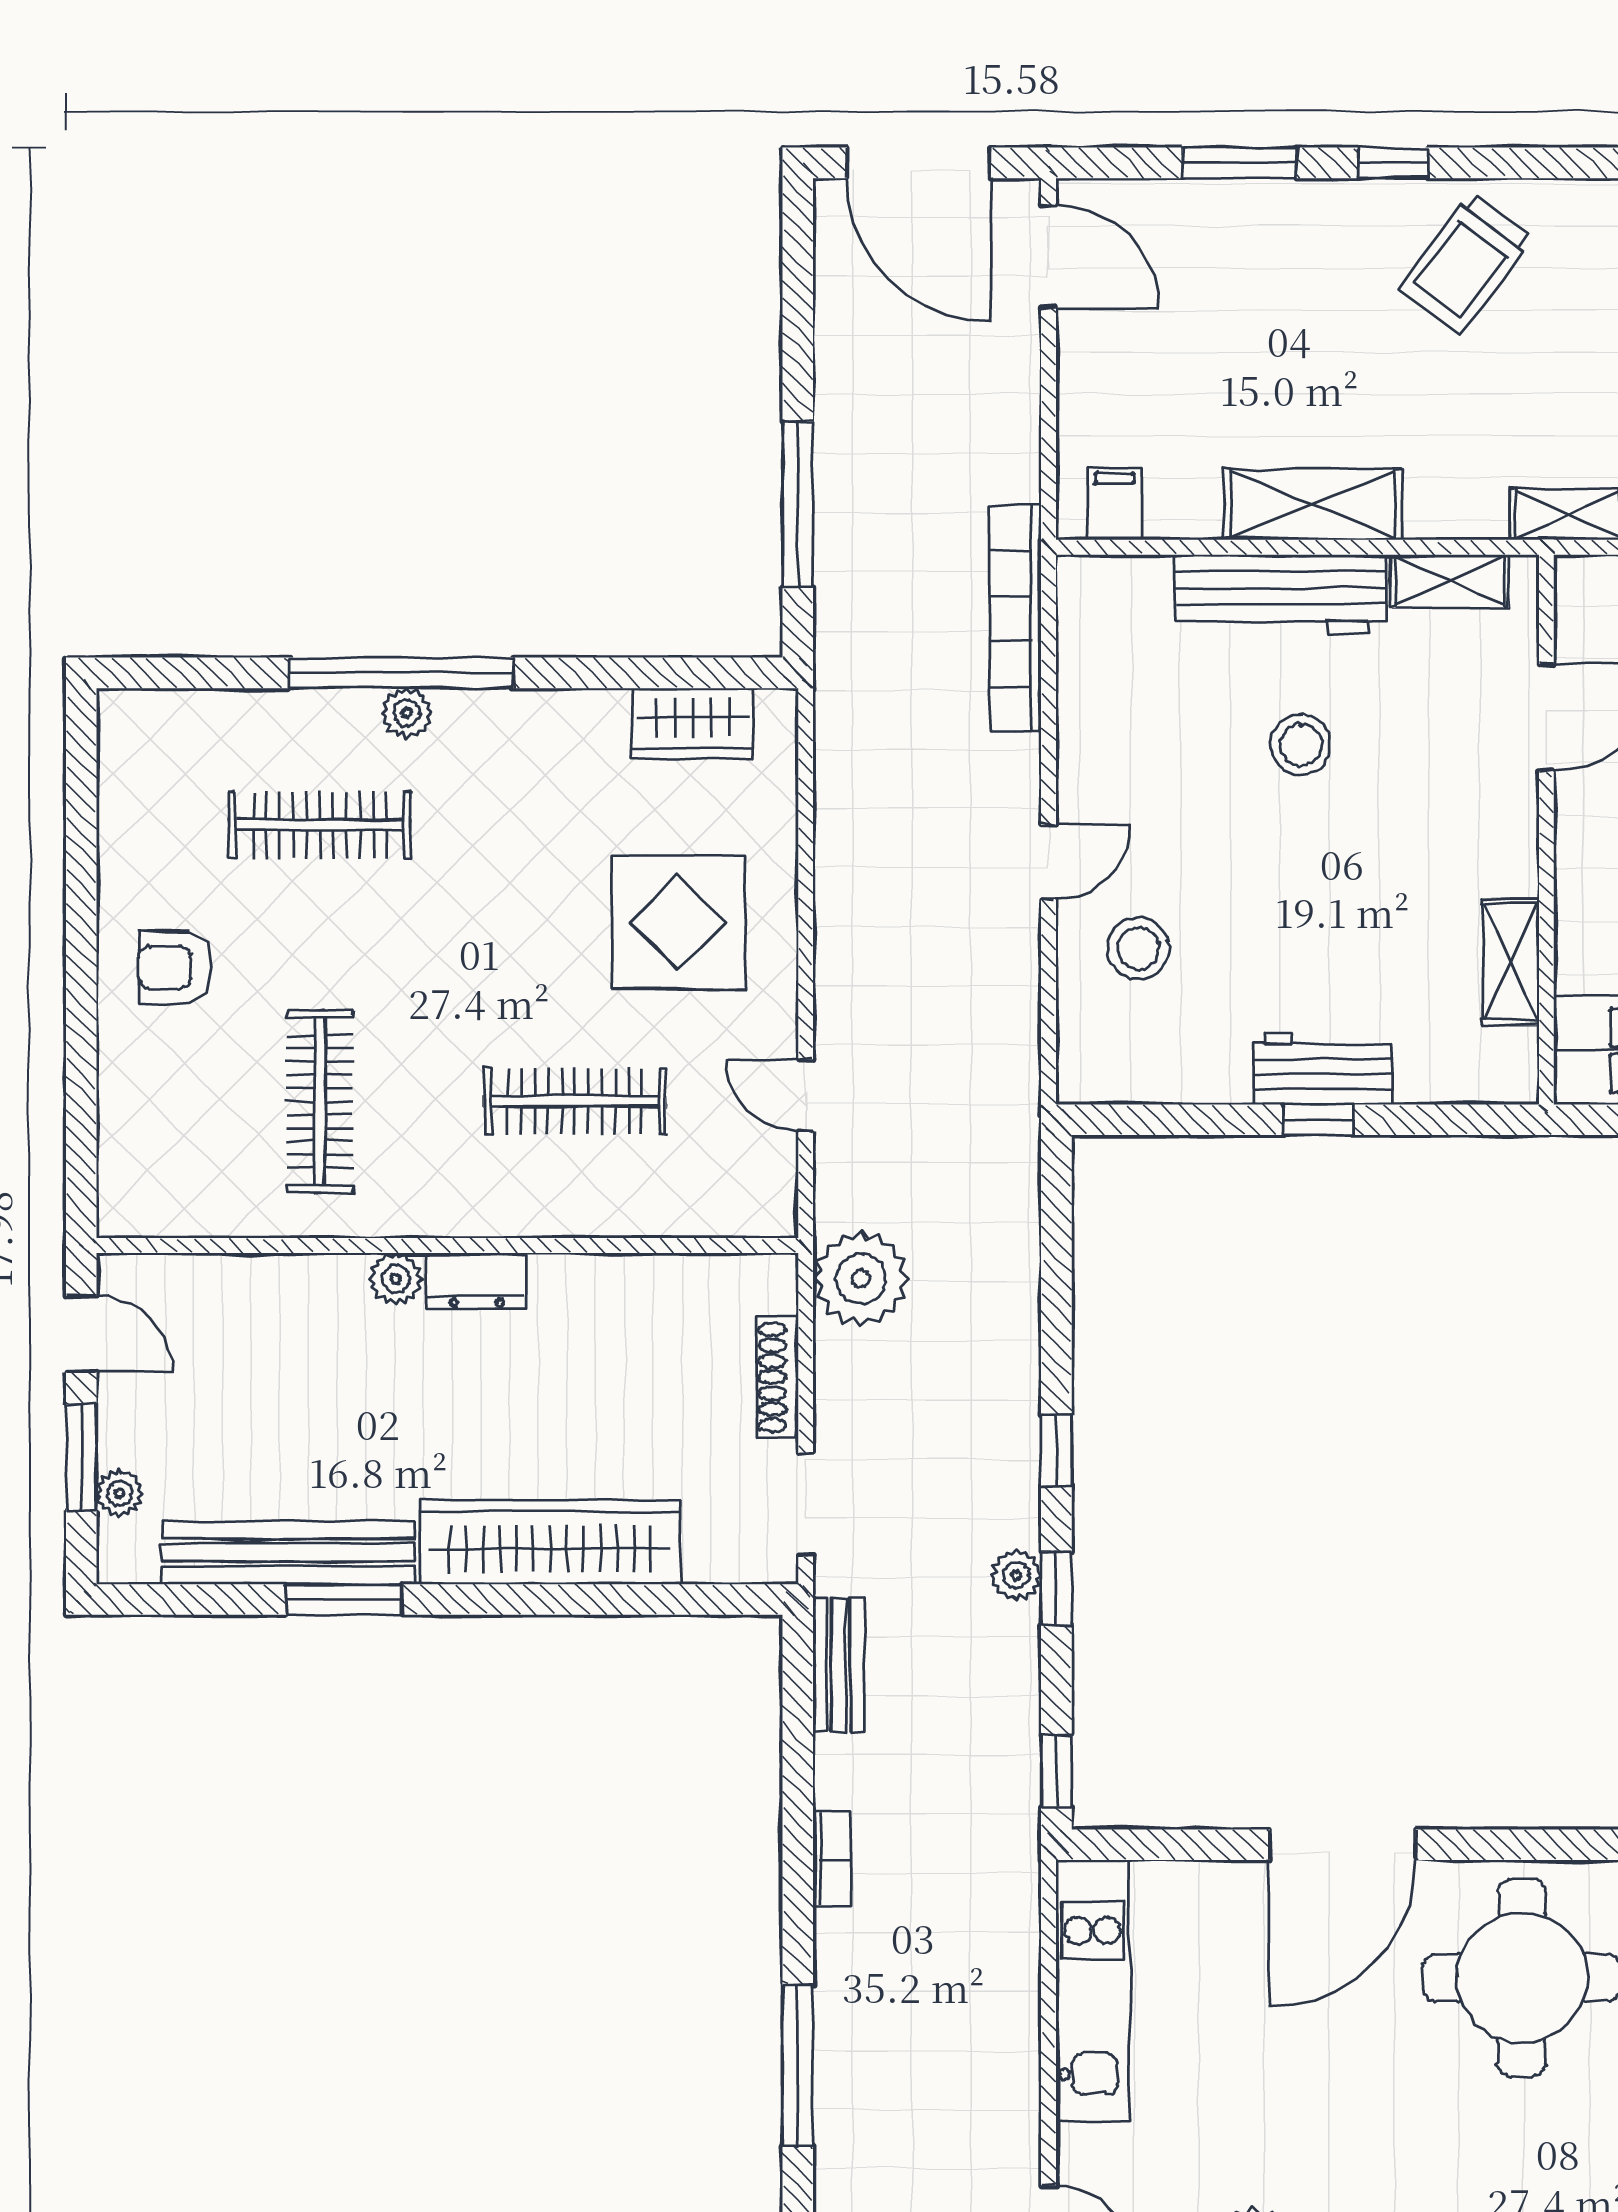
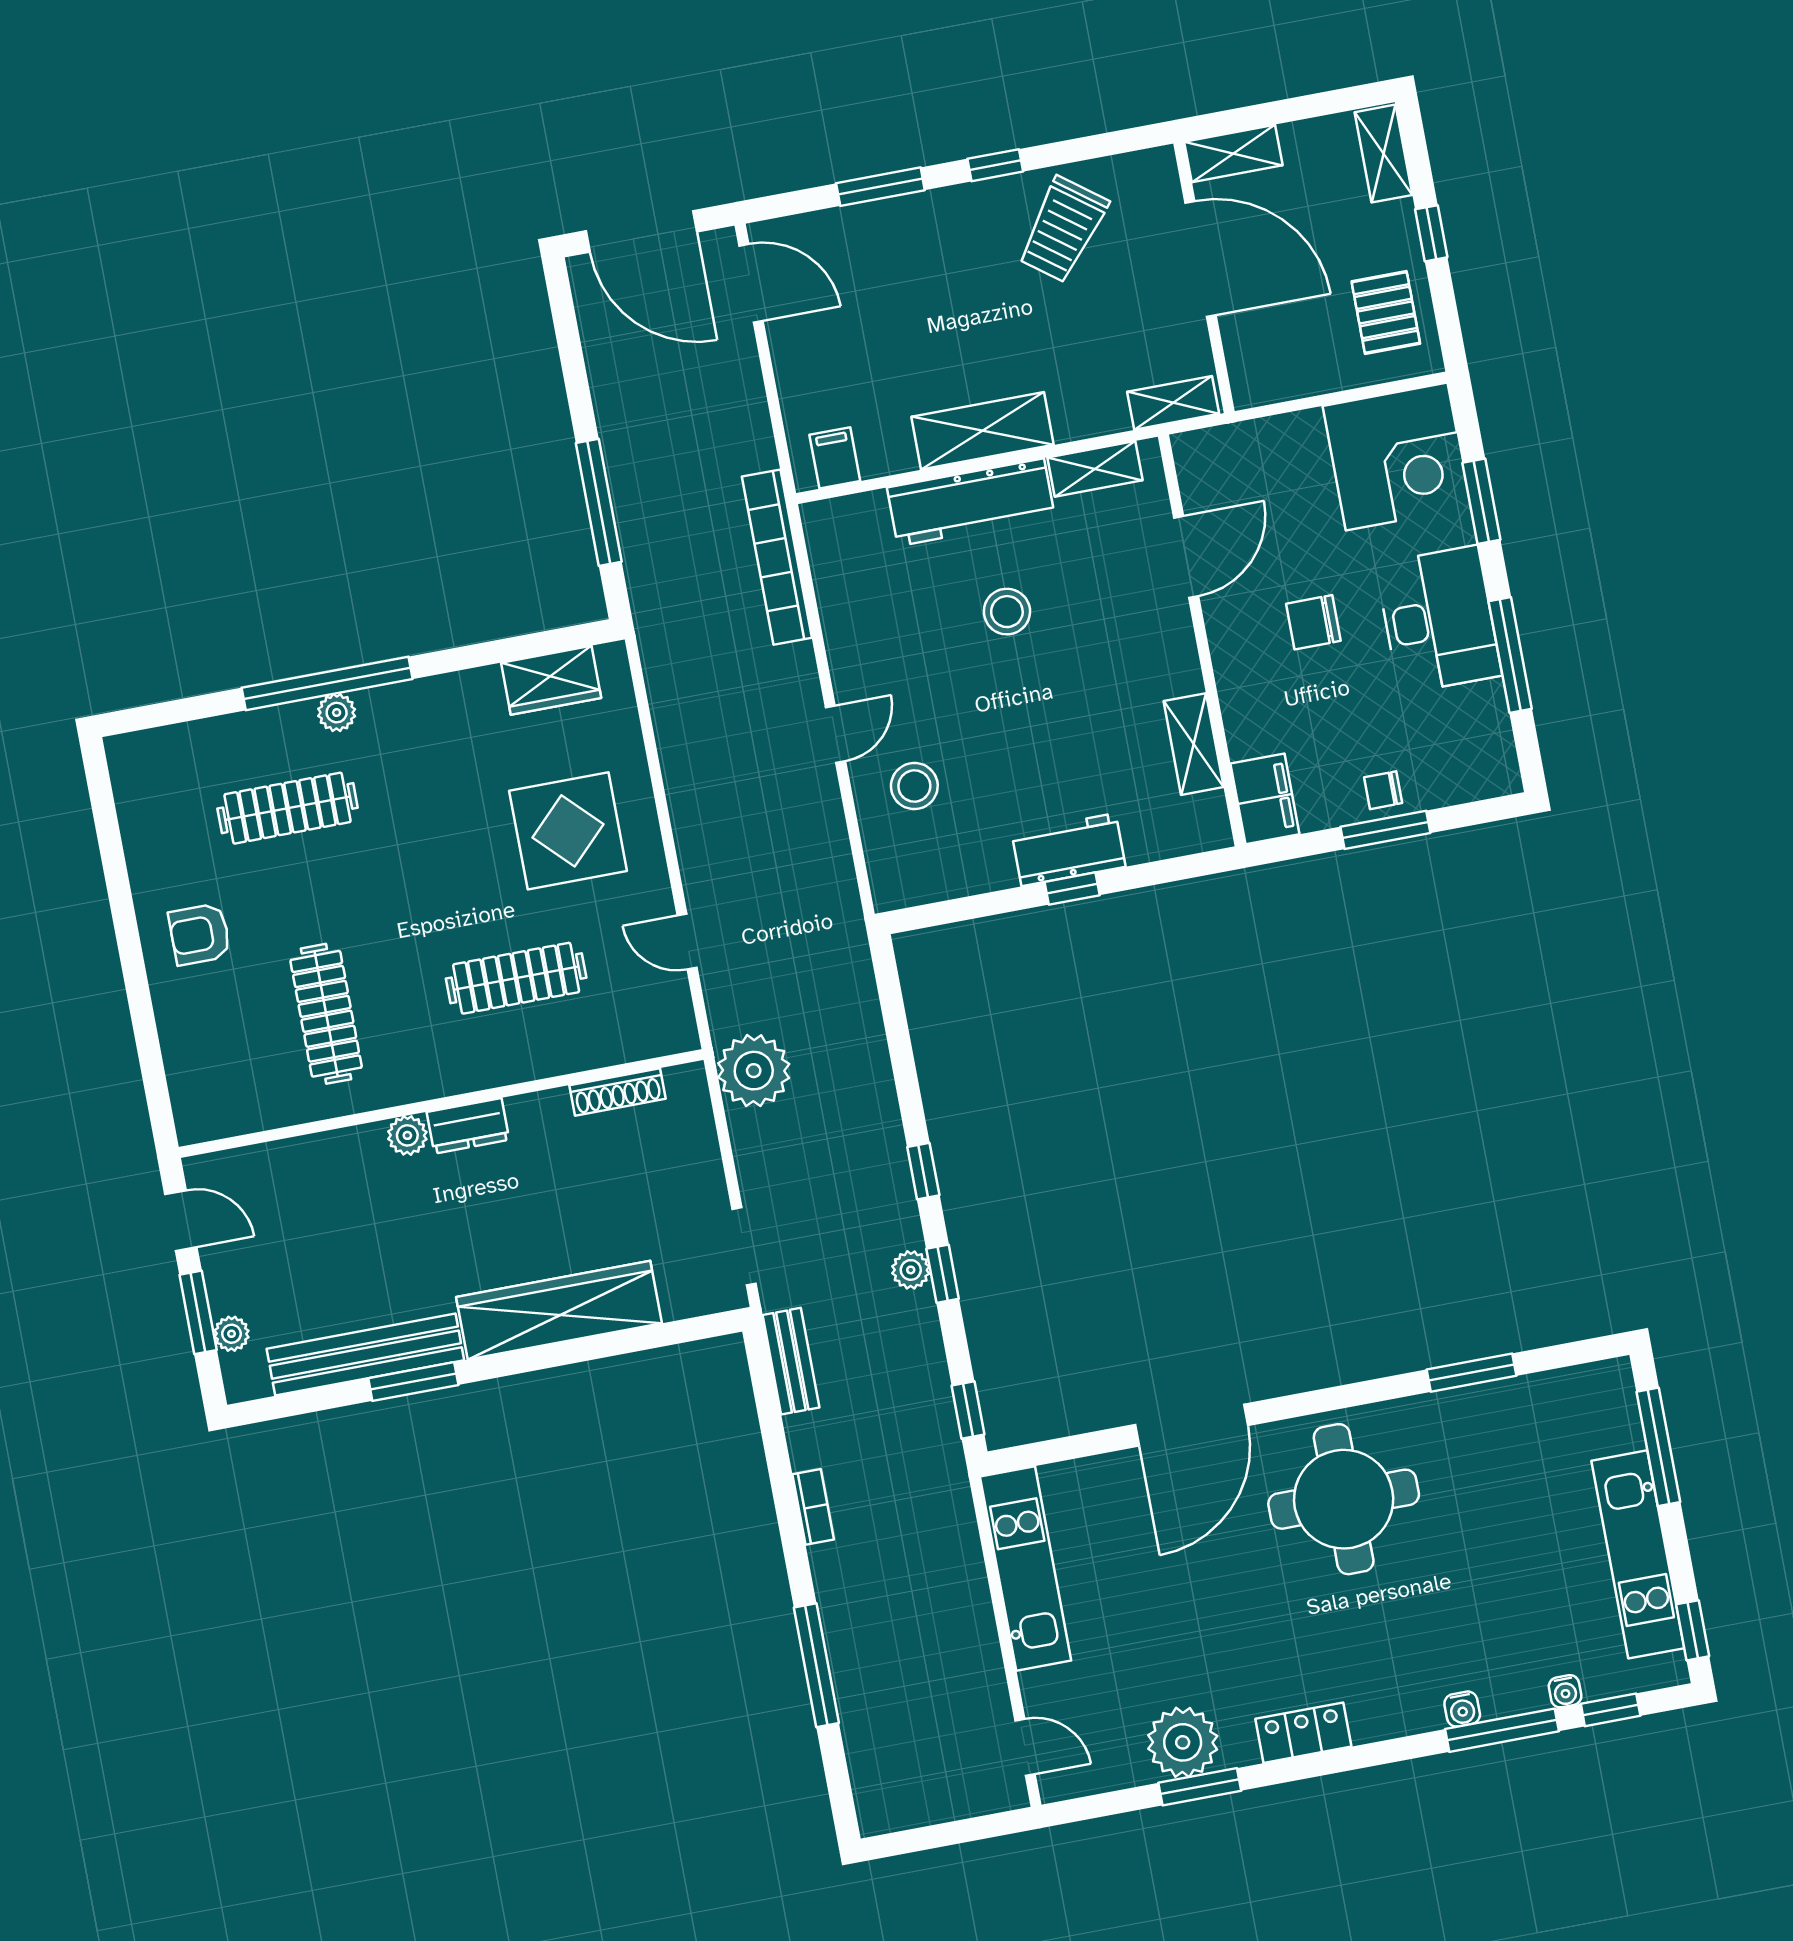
shoe rack: (778, 1377) -> (617, 1092), moved, turned -90

